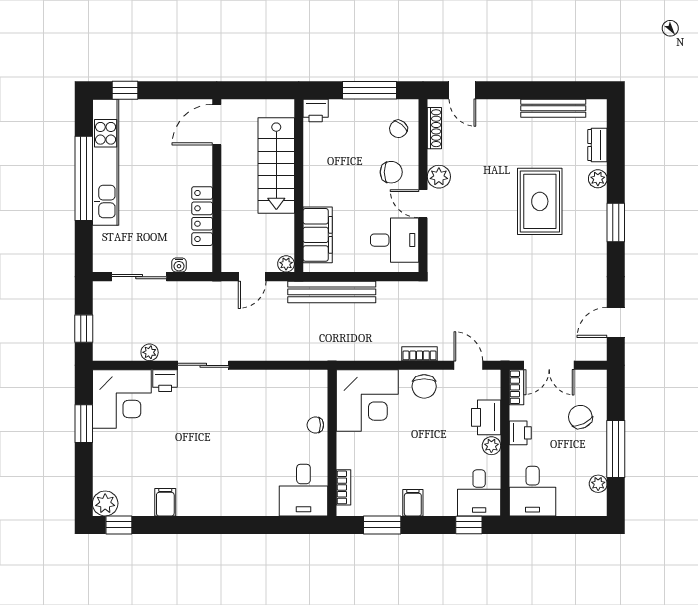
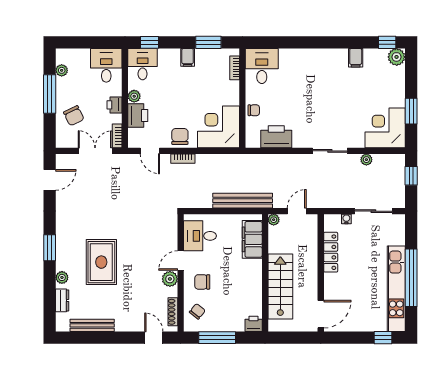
door: (423, 204) -> (181, 261), swing flipped
printer: (165, 381) -> (276, 137), moved, width x1.87, depth x1.48

